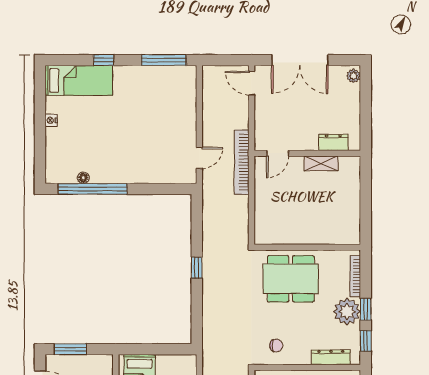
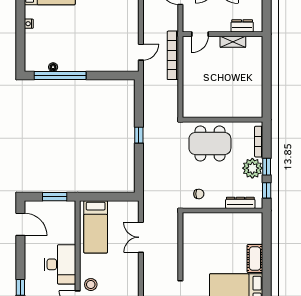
dresser: (333, 142) -> (242, 26), moved
door: (278, 153) -> (200, 34), moved
wall: (307, 153) -> (222, 34), moved
shelving: (321, 163) -> (233, 42), moved
window: (70, 349) -> (55, 197), moved

